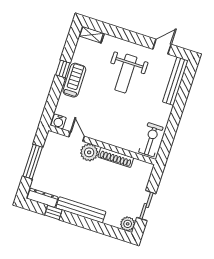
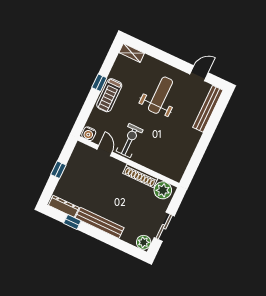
weight bench: (126, 74) -> (160, 95), turned 180
treadmill: (74, 80) -> (109, 95), turned 180
exercise bike: (151, 140) -> (130, 141), moved
plant: (89, 152) -> (163, 190), moved
window: (33, 162) -> (58, 170), width x0.46

